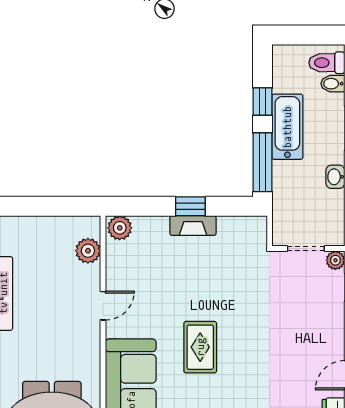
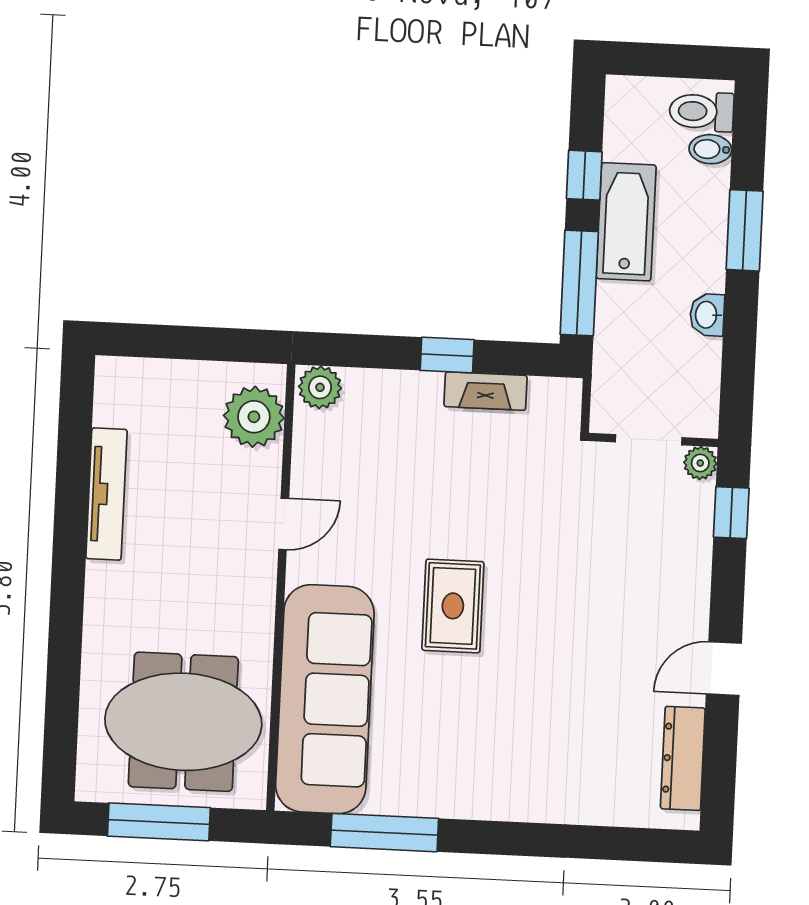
fireplace: (193, 226) -> (486, 391), moved
plant: (88, 251) -> (254, 417), width x1.36, depth x1.36

